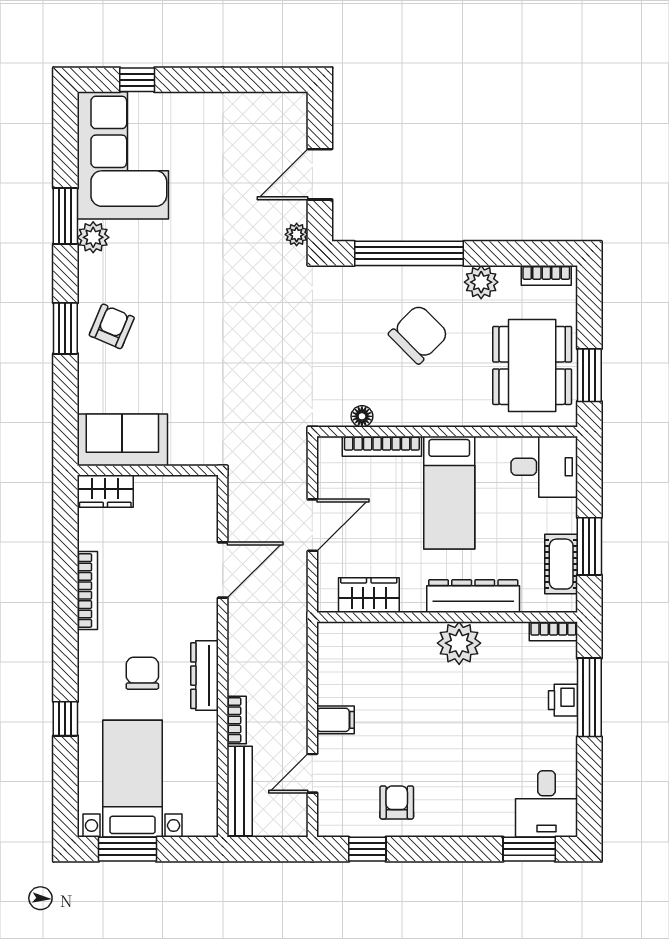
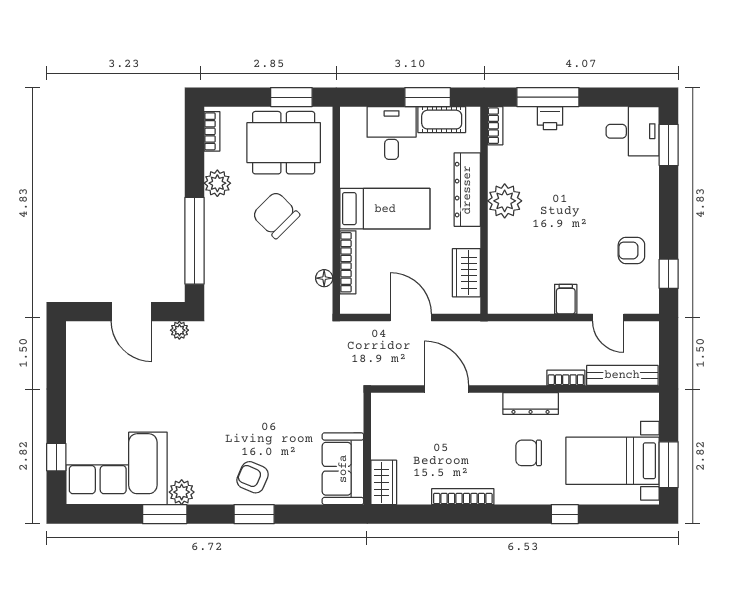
chair: (419, 334) -> (276, 215), moved
desk: (544, 467) -> (392, 133), moved

